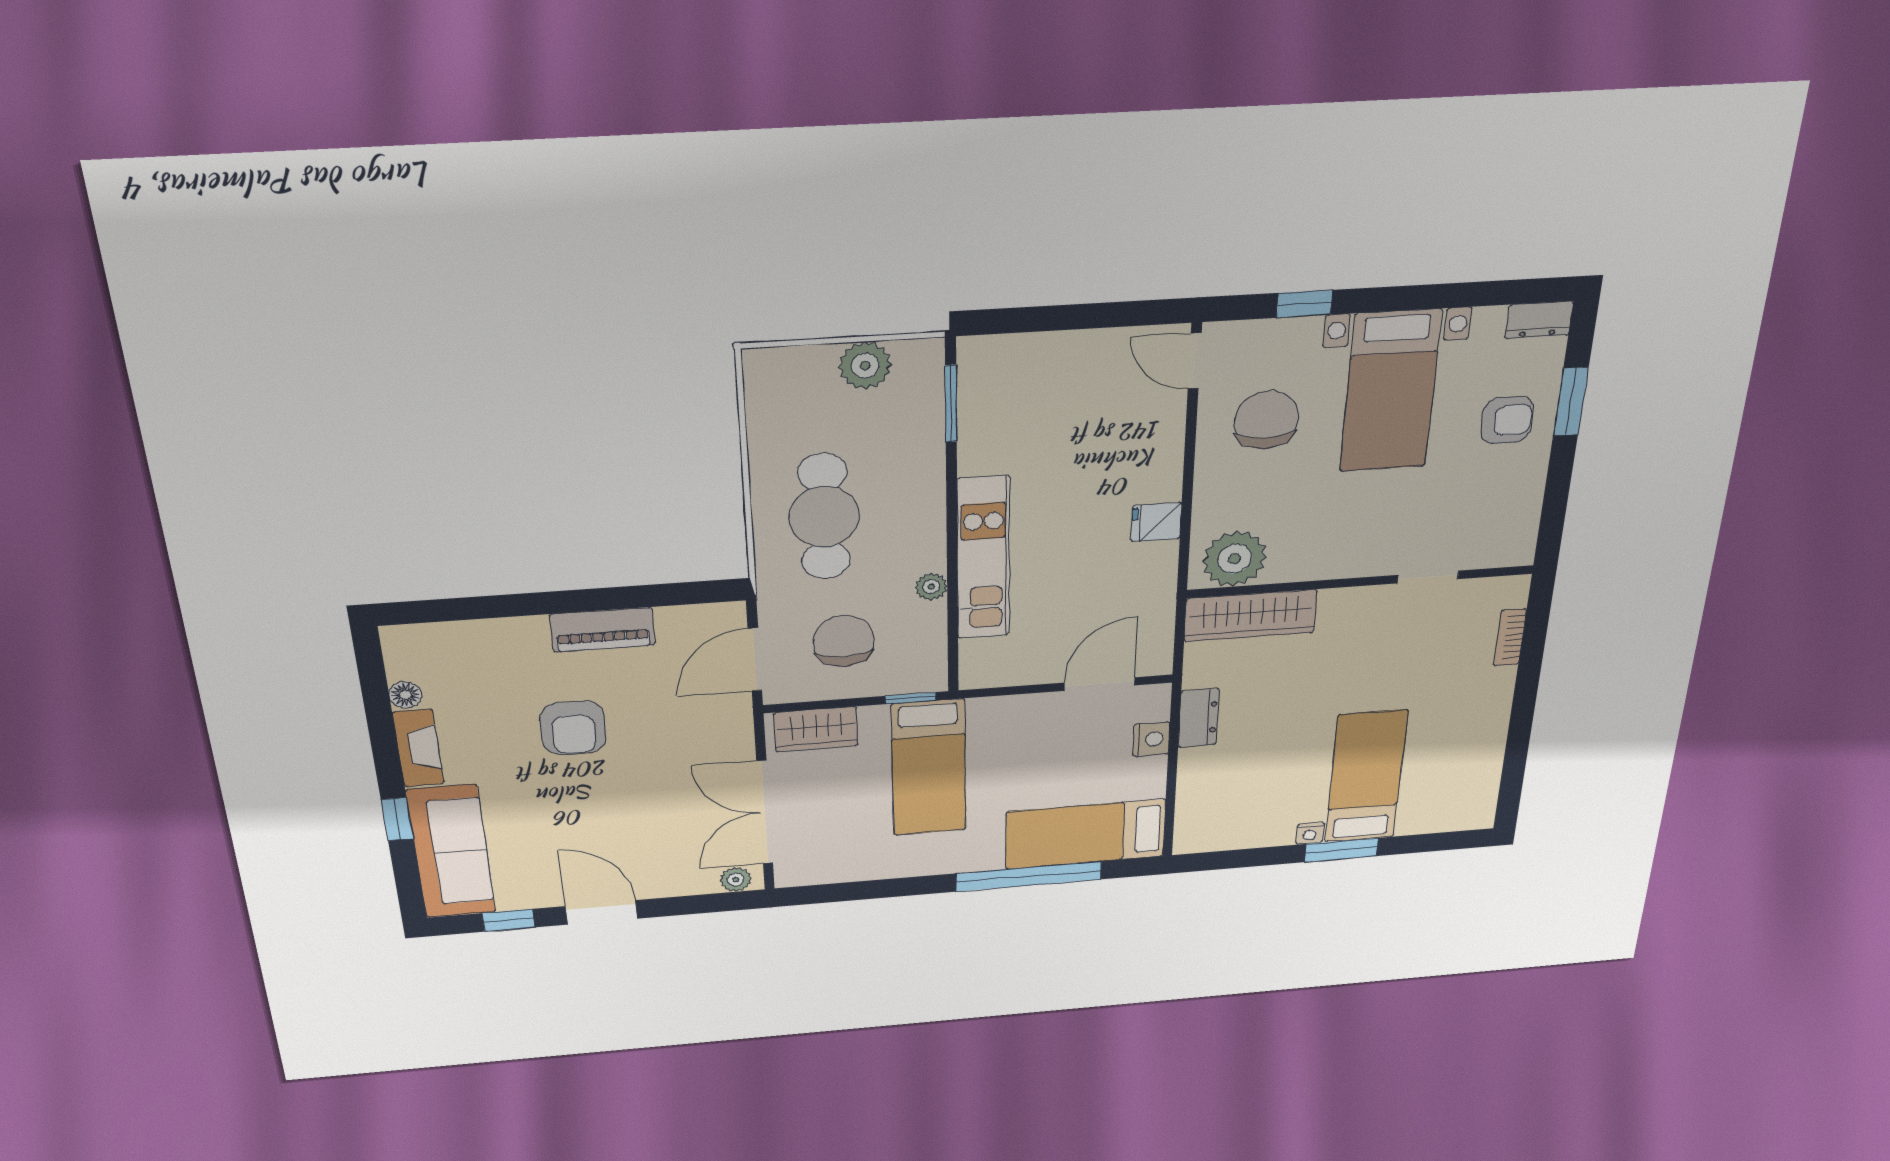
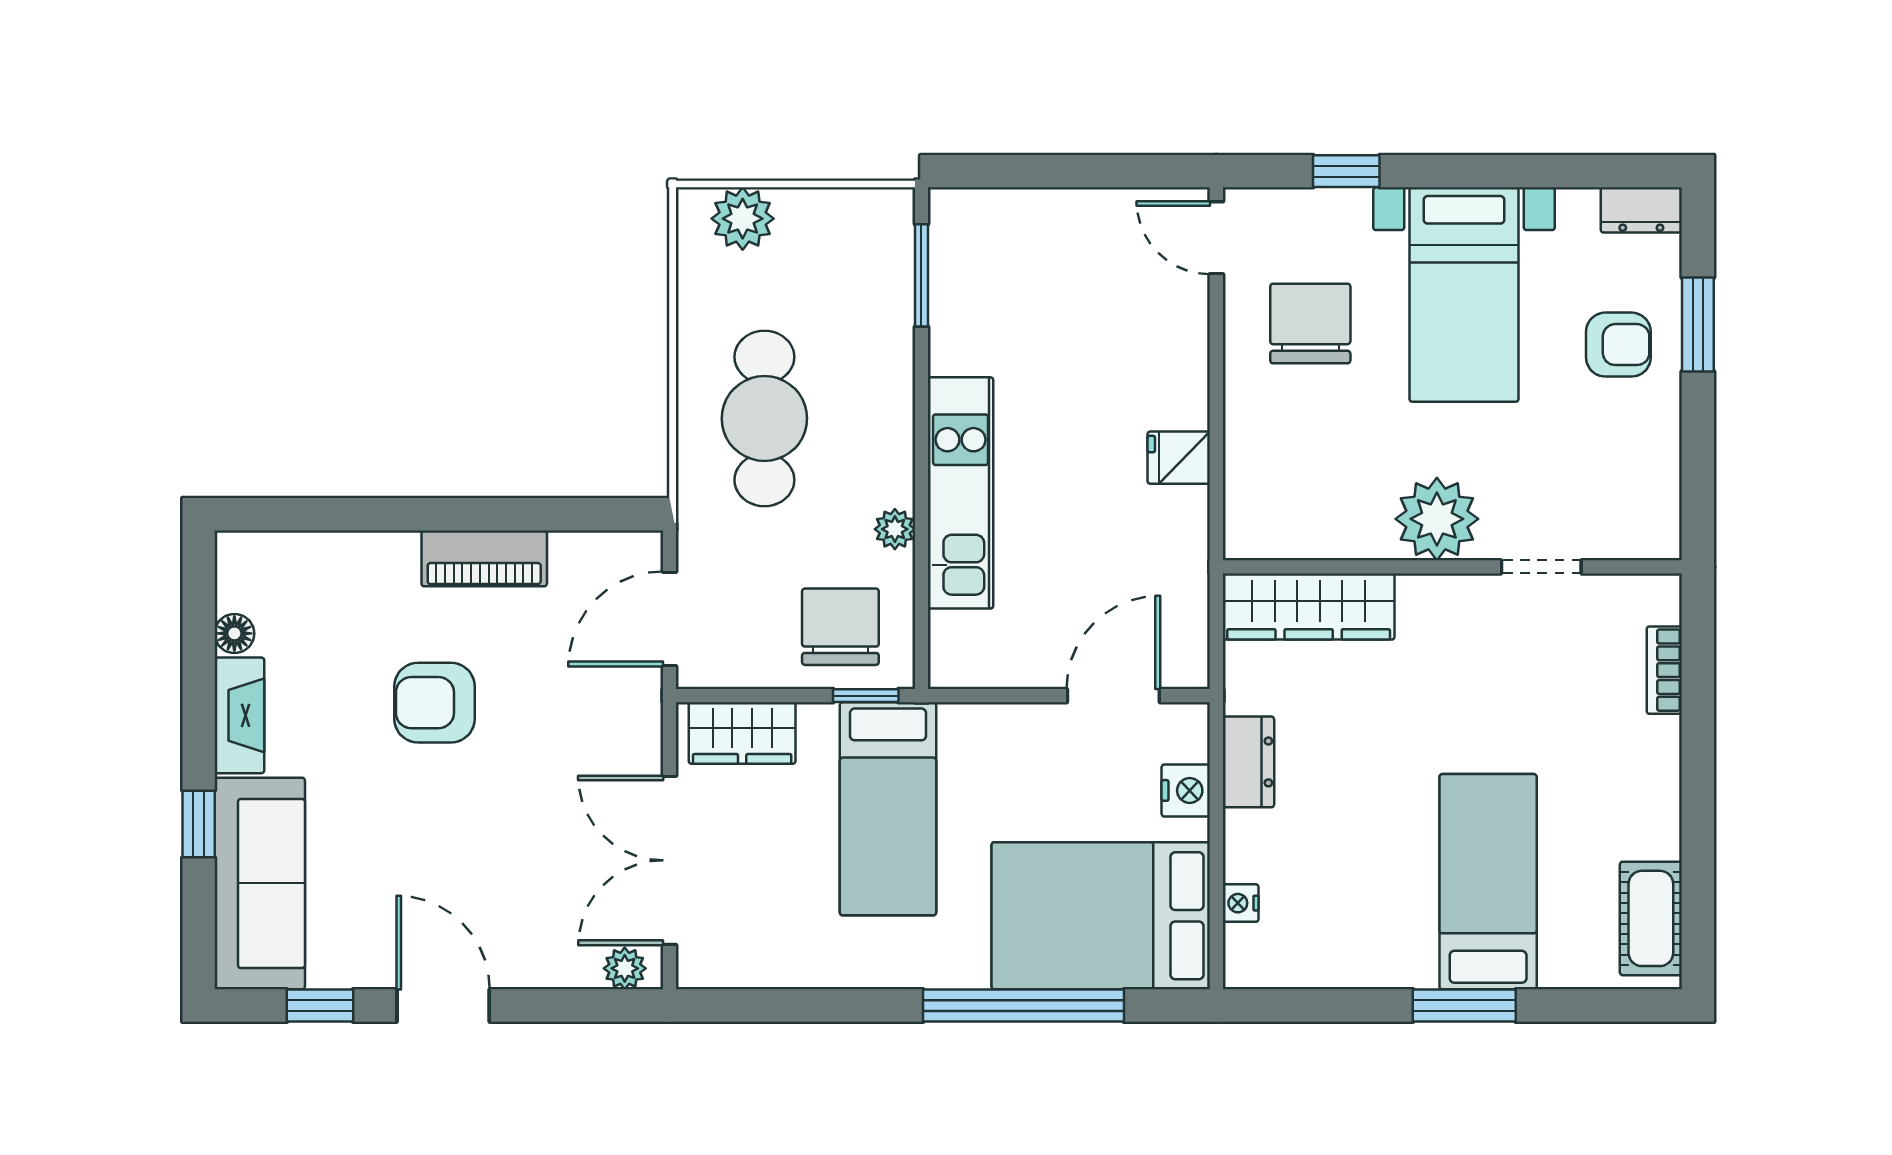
plant: (865, 366) -> (743, 219), moved
plant: (1235, 559) -> (1437, 519), moved
chair: (844, 641) -> (840, 627), moved
armchair: (573, 728) -> (435, 703), turned 90
cot: (1478, 789) -> (1651, 918), added
nightstand: (1310, 833) -> (1241, 903), moved, turned 90
bed: (1085, 834) -> (1101, 916), width x1.50

